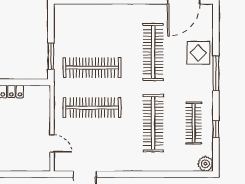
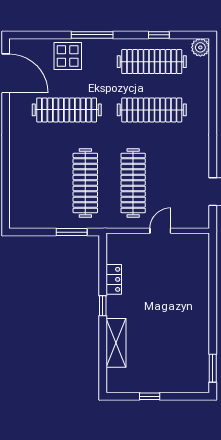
clothes rail: (194, 123) -> (152, 62), width x1.37, depth x1.31
door: (52, 143) -> (160, 231), moved

